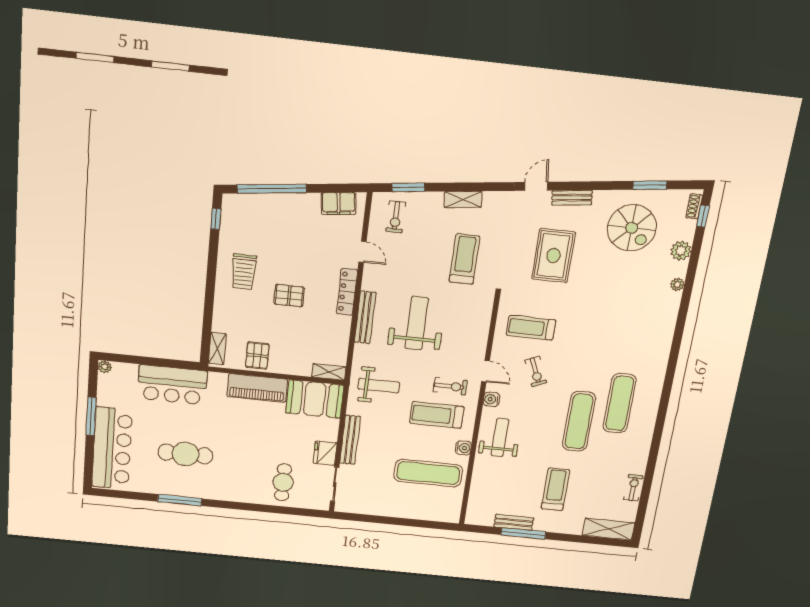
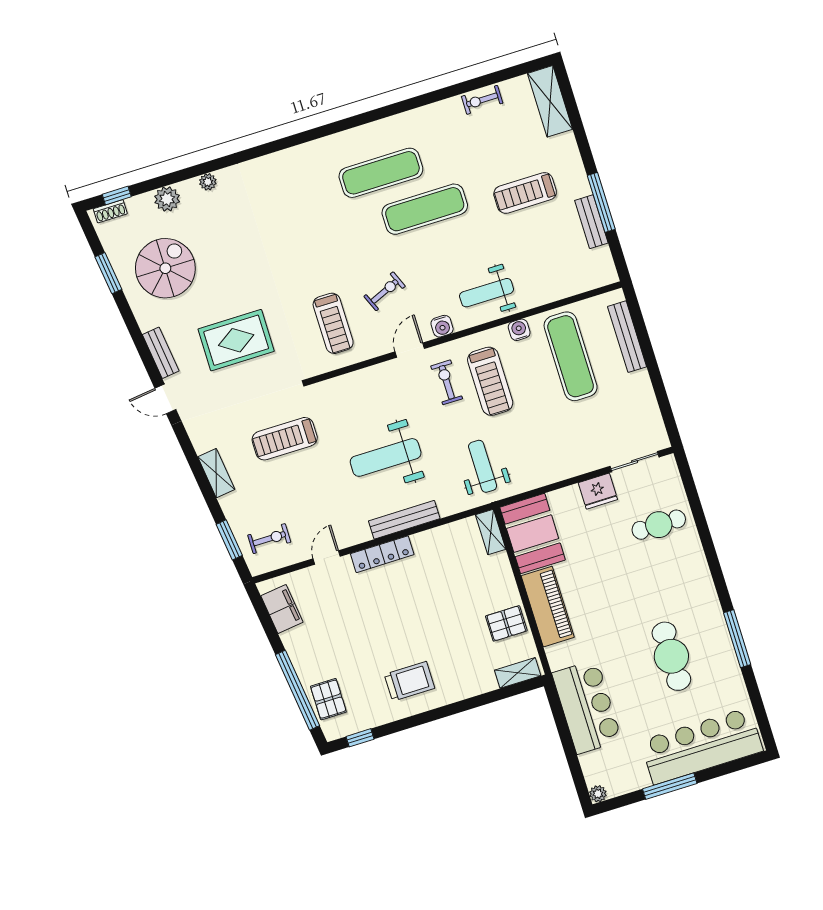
pallet: (289, 296) -> (328, 699), moved
bench: (350, 440) -> (627, 337), moved, turned 90

